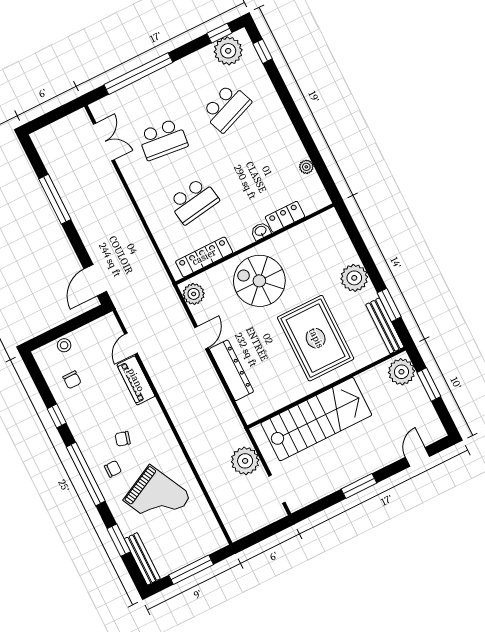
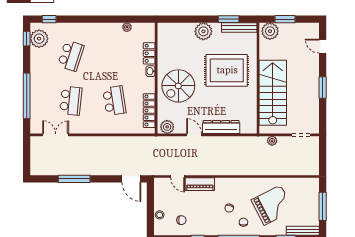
school desk: (226, 108) -> (71, 56), turned 39
plant: (245, 461) -> (272, 141), width x0.53, depth x0.53

